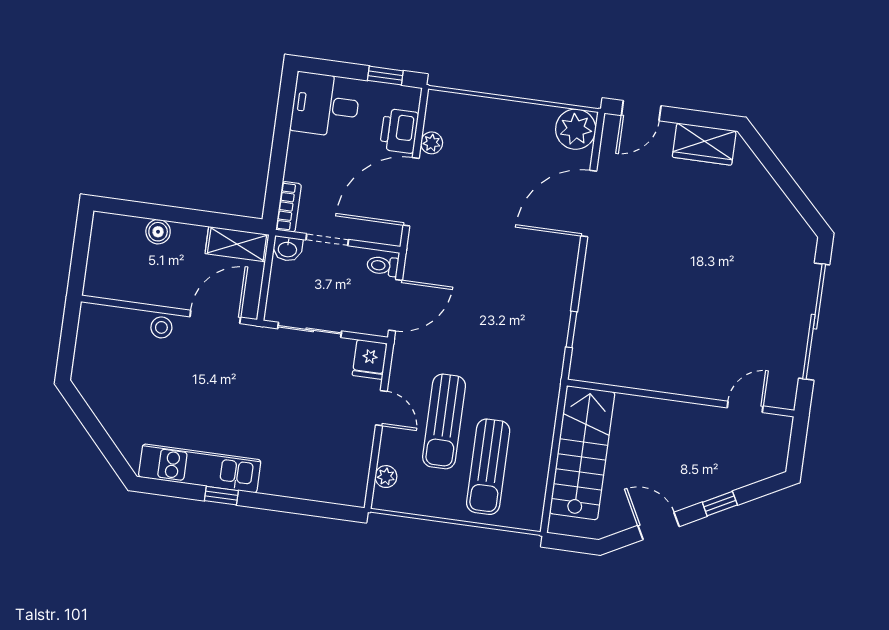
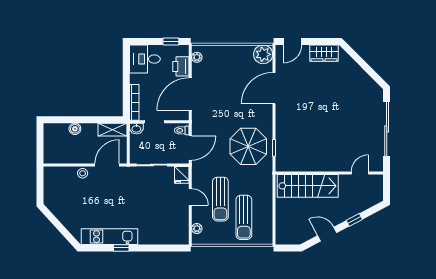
plant: (432, 143) -> (197, 57), moved
bookcase: (289, 207) -> (134, 102), width x1.56
parasol: (518, 319) -> (248, 146), added
stairs: (582, 453) -> (308, 186), moved, turned 90

